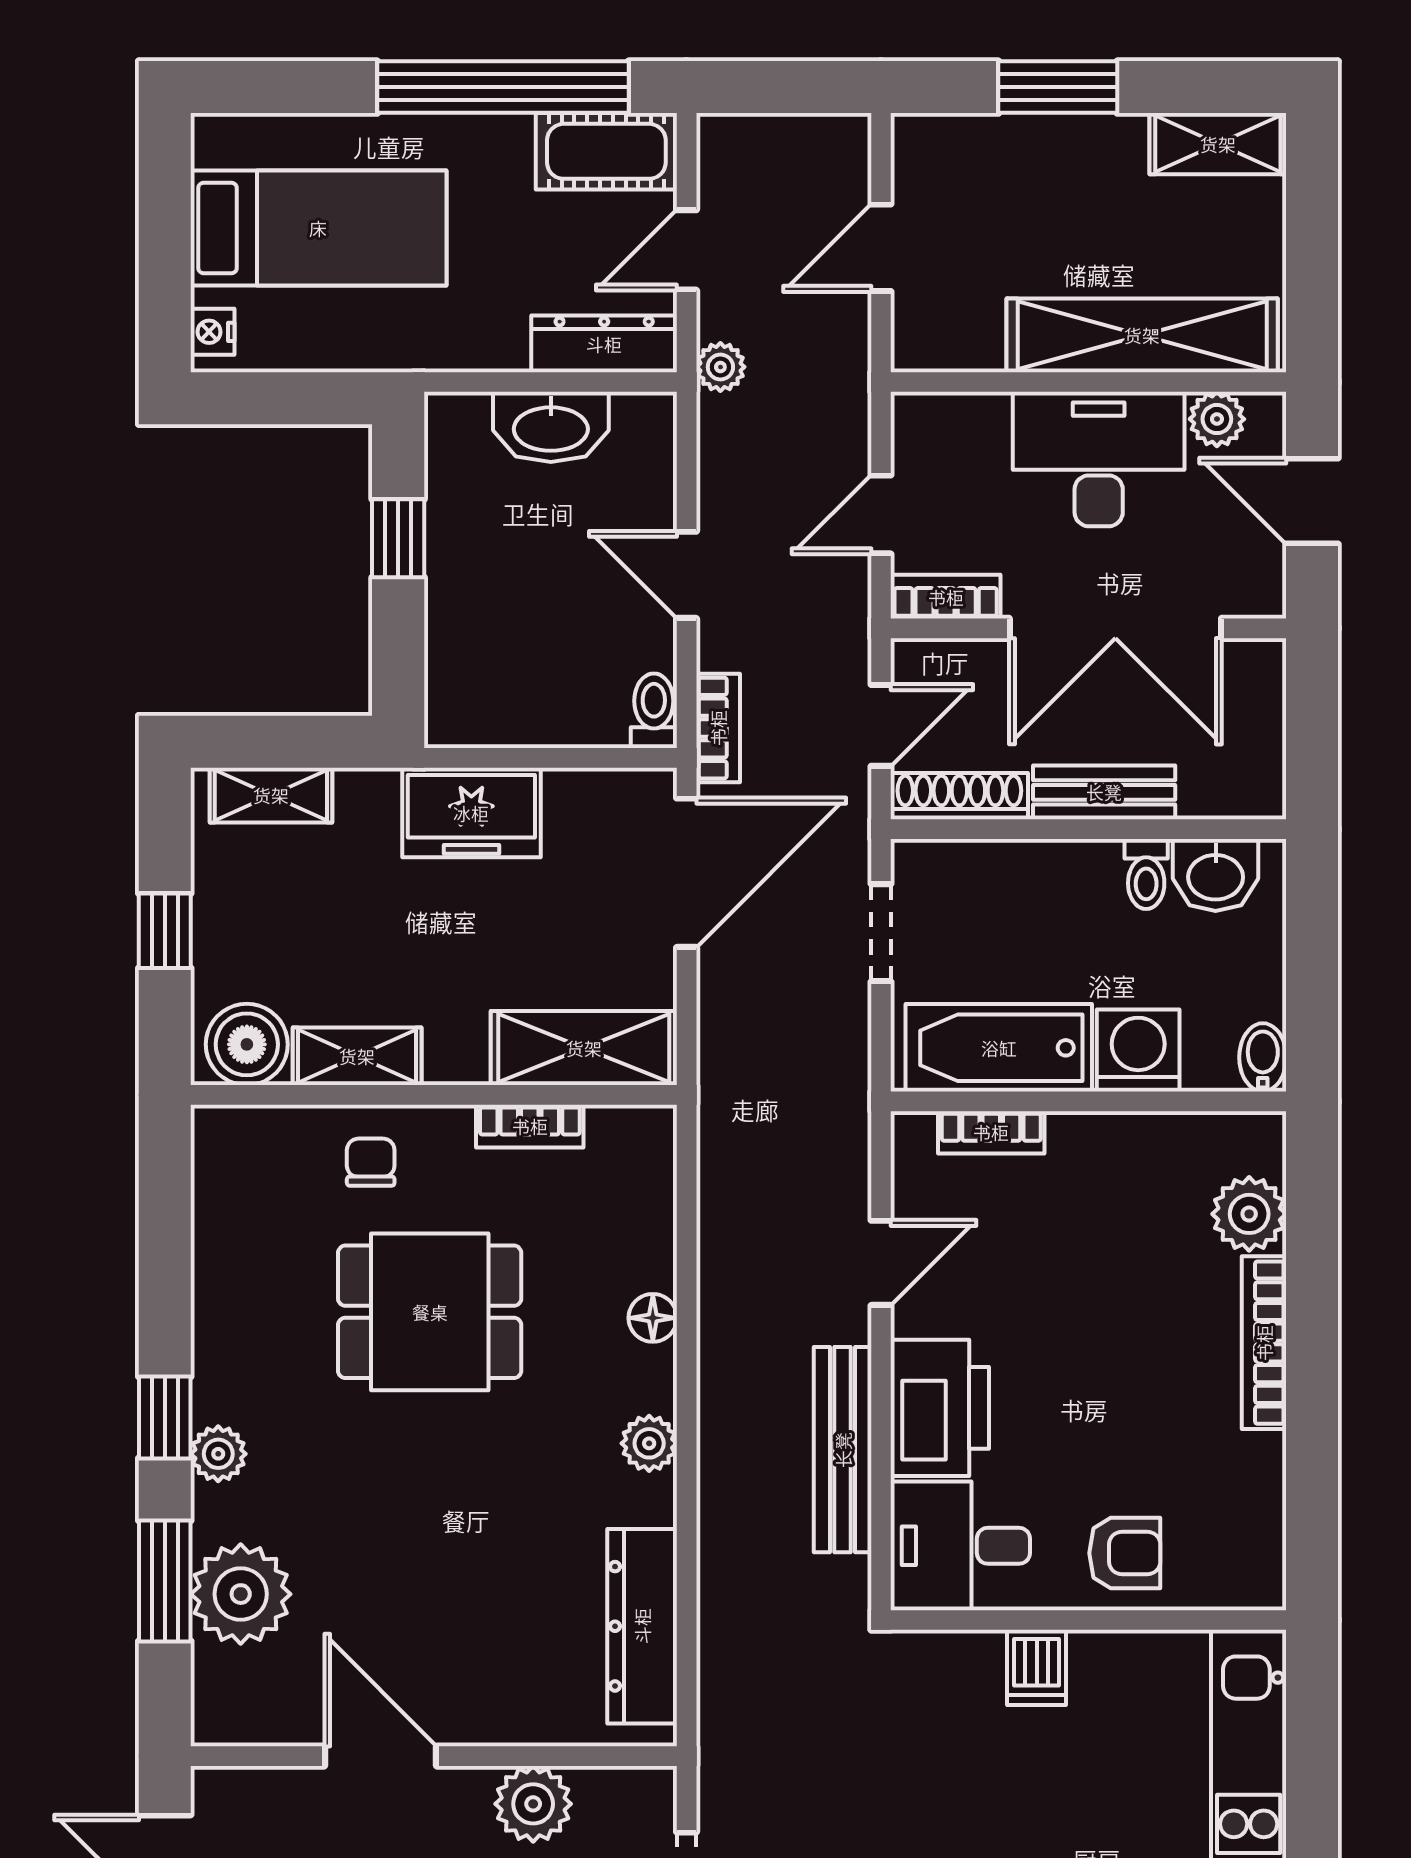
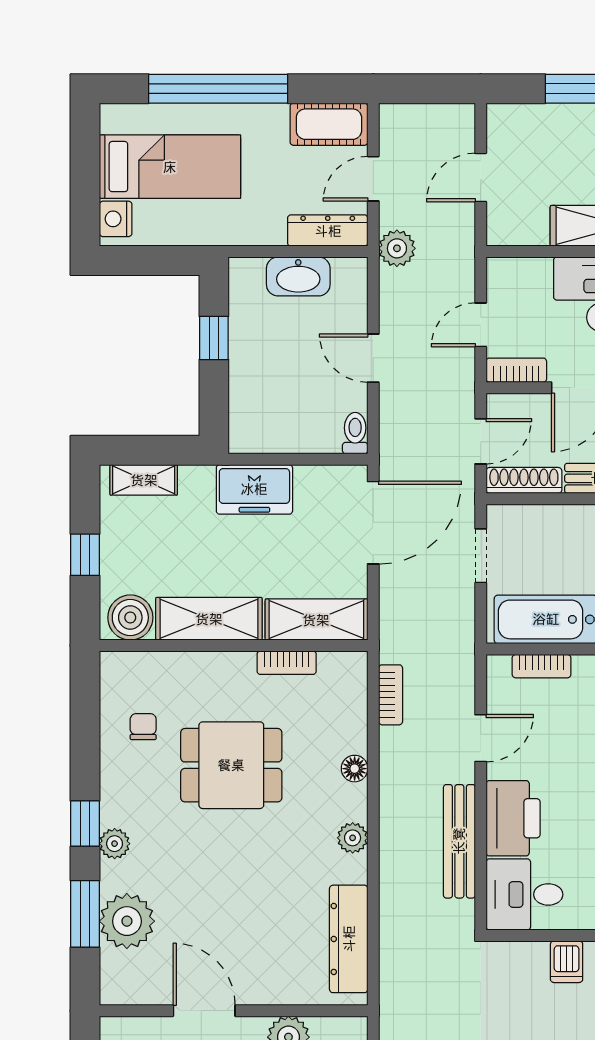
window: (503, 87) -> (218, 89), moved
nightstand: (213, 332) -> (116, 219), width x1.39, depth x1.35
plant: (720, 367) -> (397, 248), width x1.38, depth x1.38
bookcase: (718, 728) -> (391, 695), moved
shelving: (357, 1056) -> (209, 619), width x1.50, depth x1.33
chair: (371, 1162) -> (143, 727), moved

